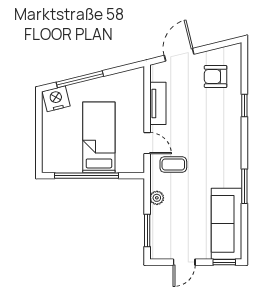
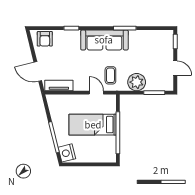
armchair: (216, 77) -> (45, 39), moved
tv unit: (158, 103) -> (59, 86), moved
door: (147, 143) -> (96, 93), hinge flipped
plant: (157, 198) -> (137, 82), width x1.88, depth x1.88
sofa: (227, 224) -> (104, 40), moved

